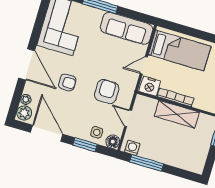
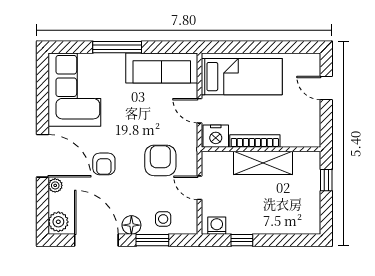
door: (144, 65) -> (200, 111), hinge flipped
armchair: (67, 82) -> (104, 164), turned 90
plant: (26, 99) -> (55, 185), moved
floor lamp: (113, 142) -> (131, 225), moved
window: (147, 163) -> (242, 240), width x0.46

